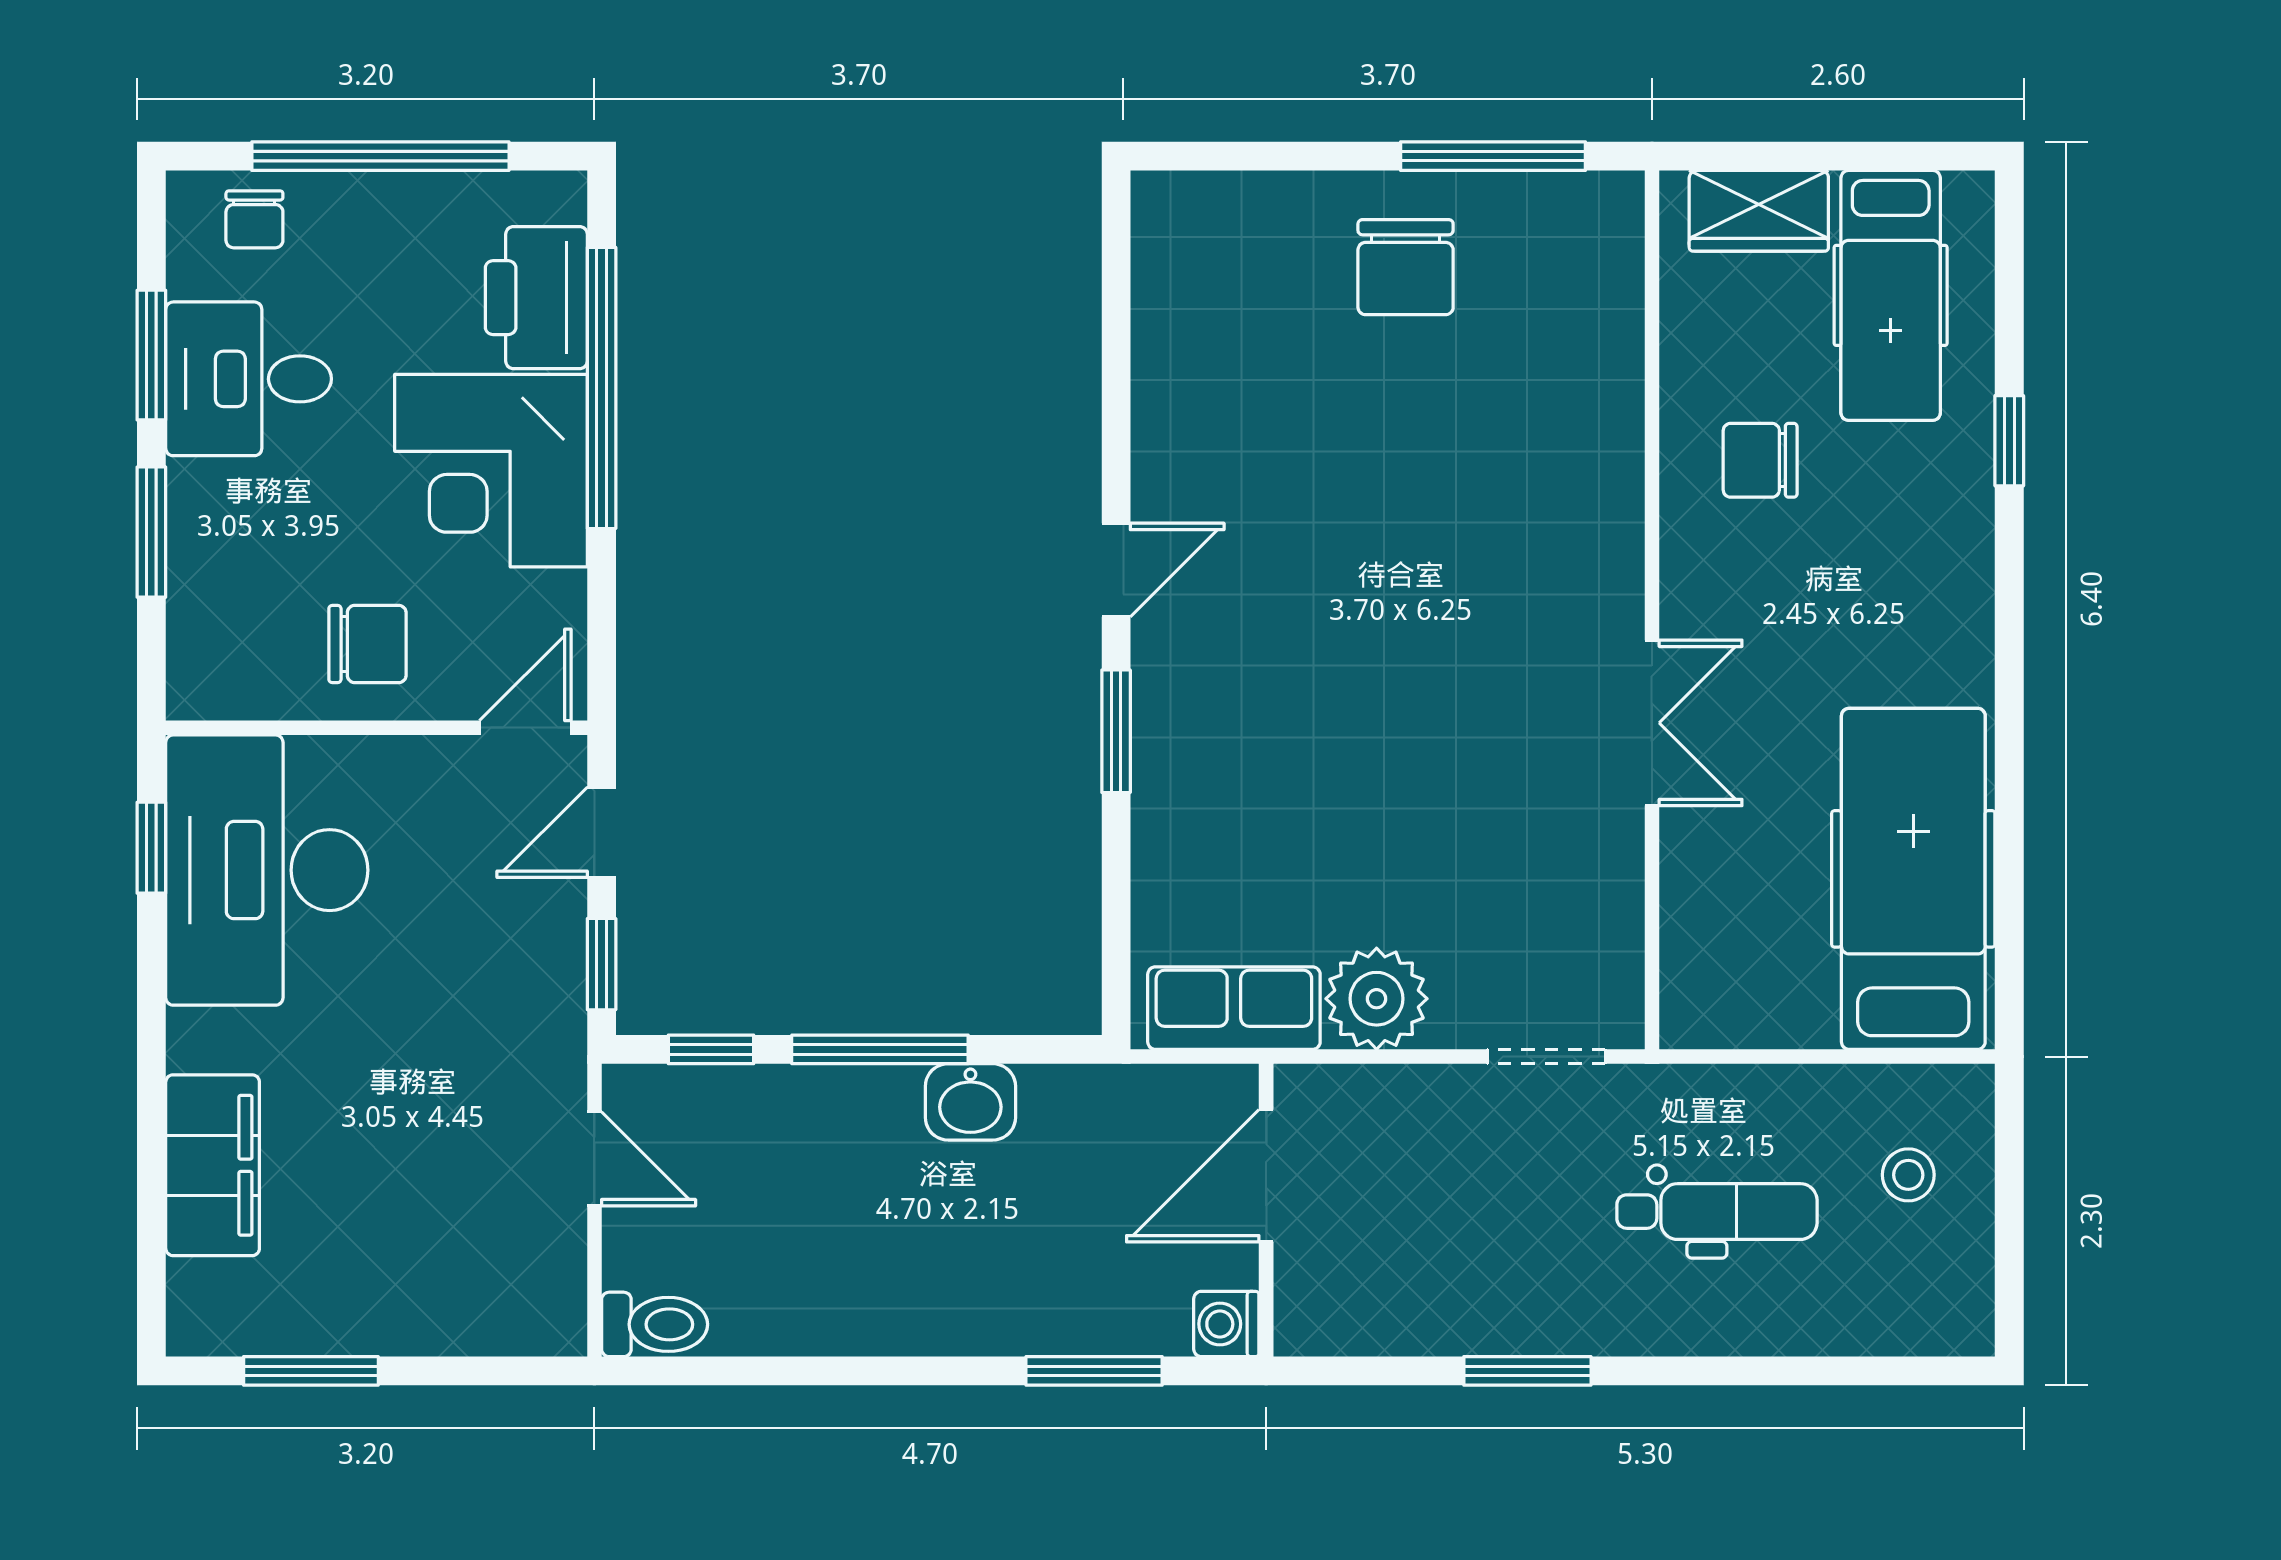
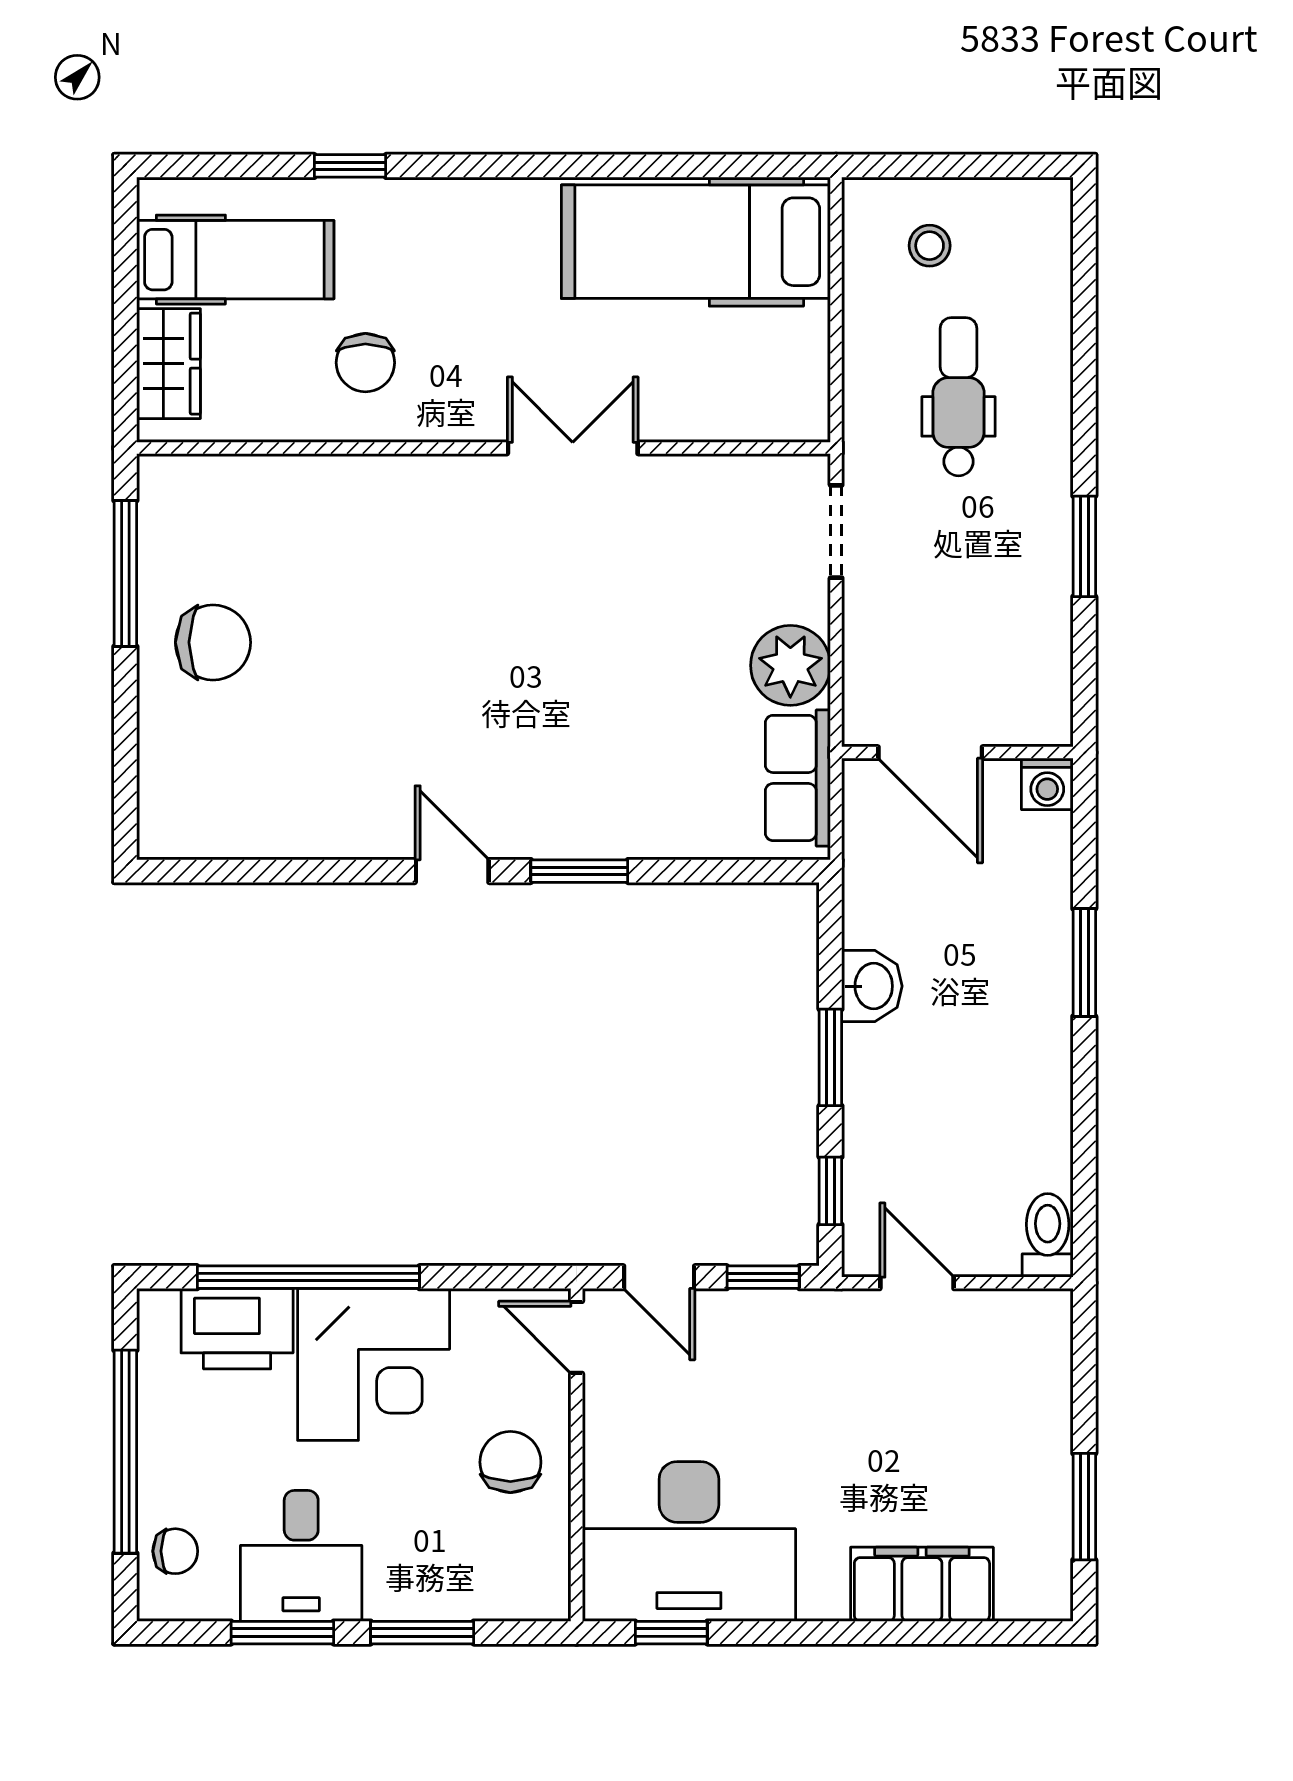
window: (880, 1049) -> (830, 1057), width x0.69
door: (594, 1159) -> (917, 1283), hinge flipped
window: (1094, 1371) -> (1084, 962), moved

